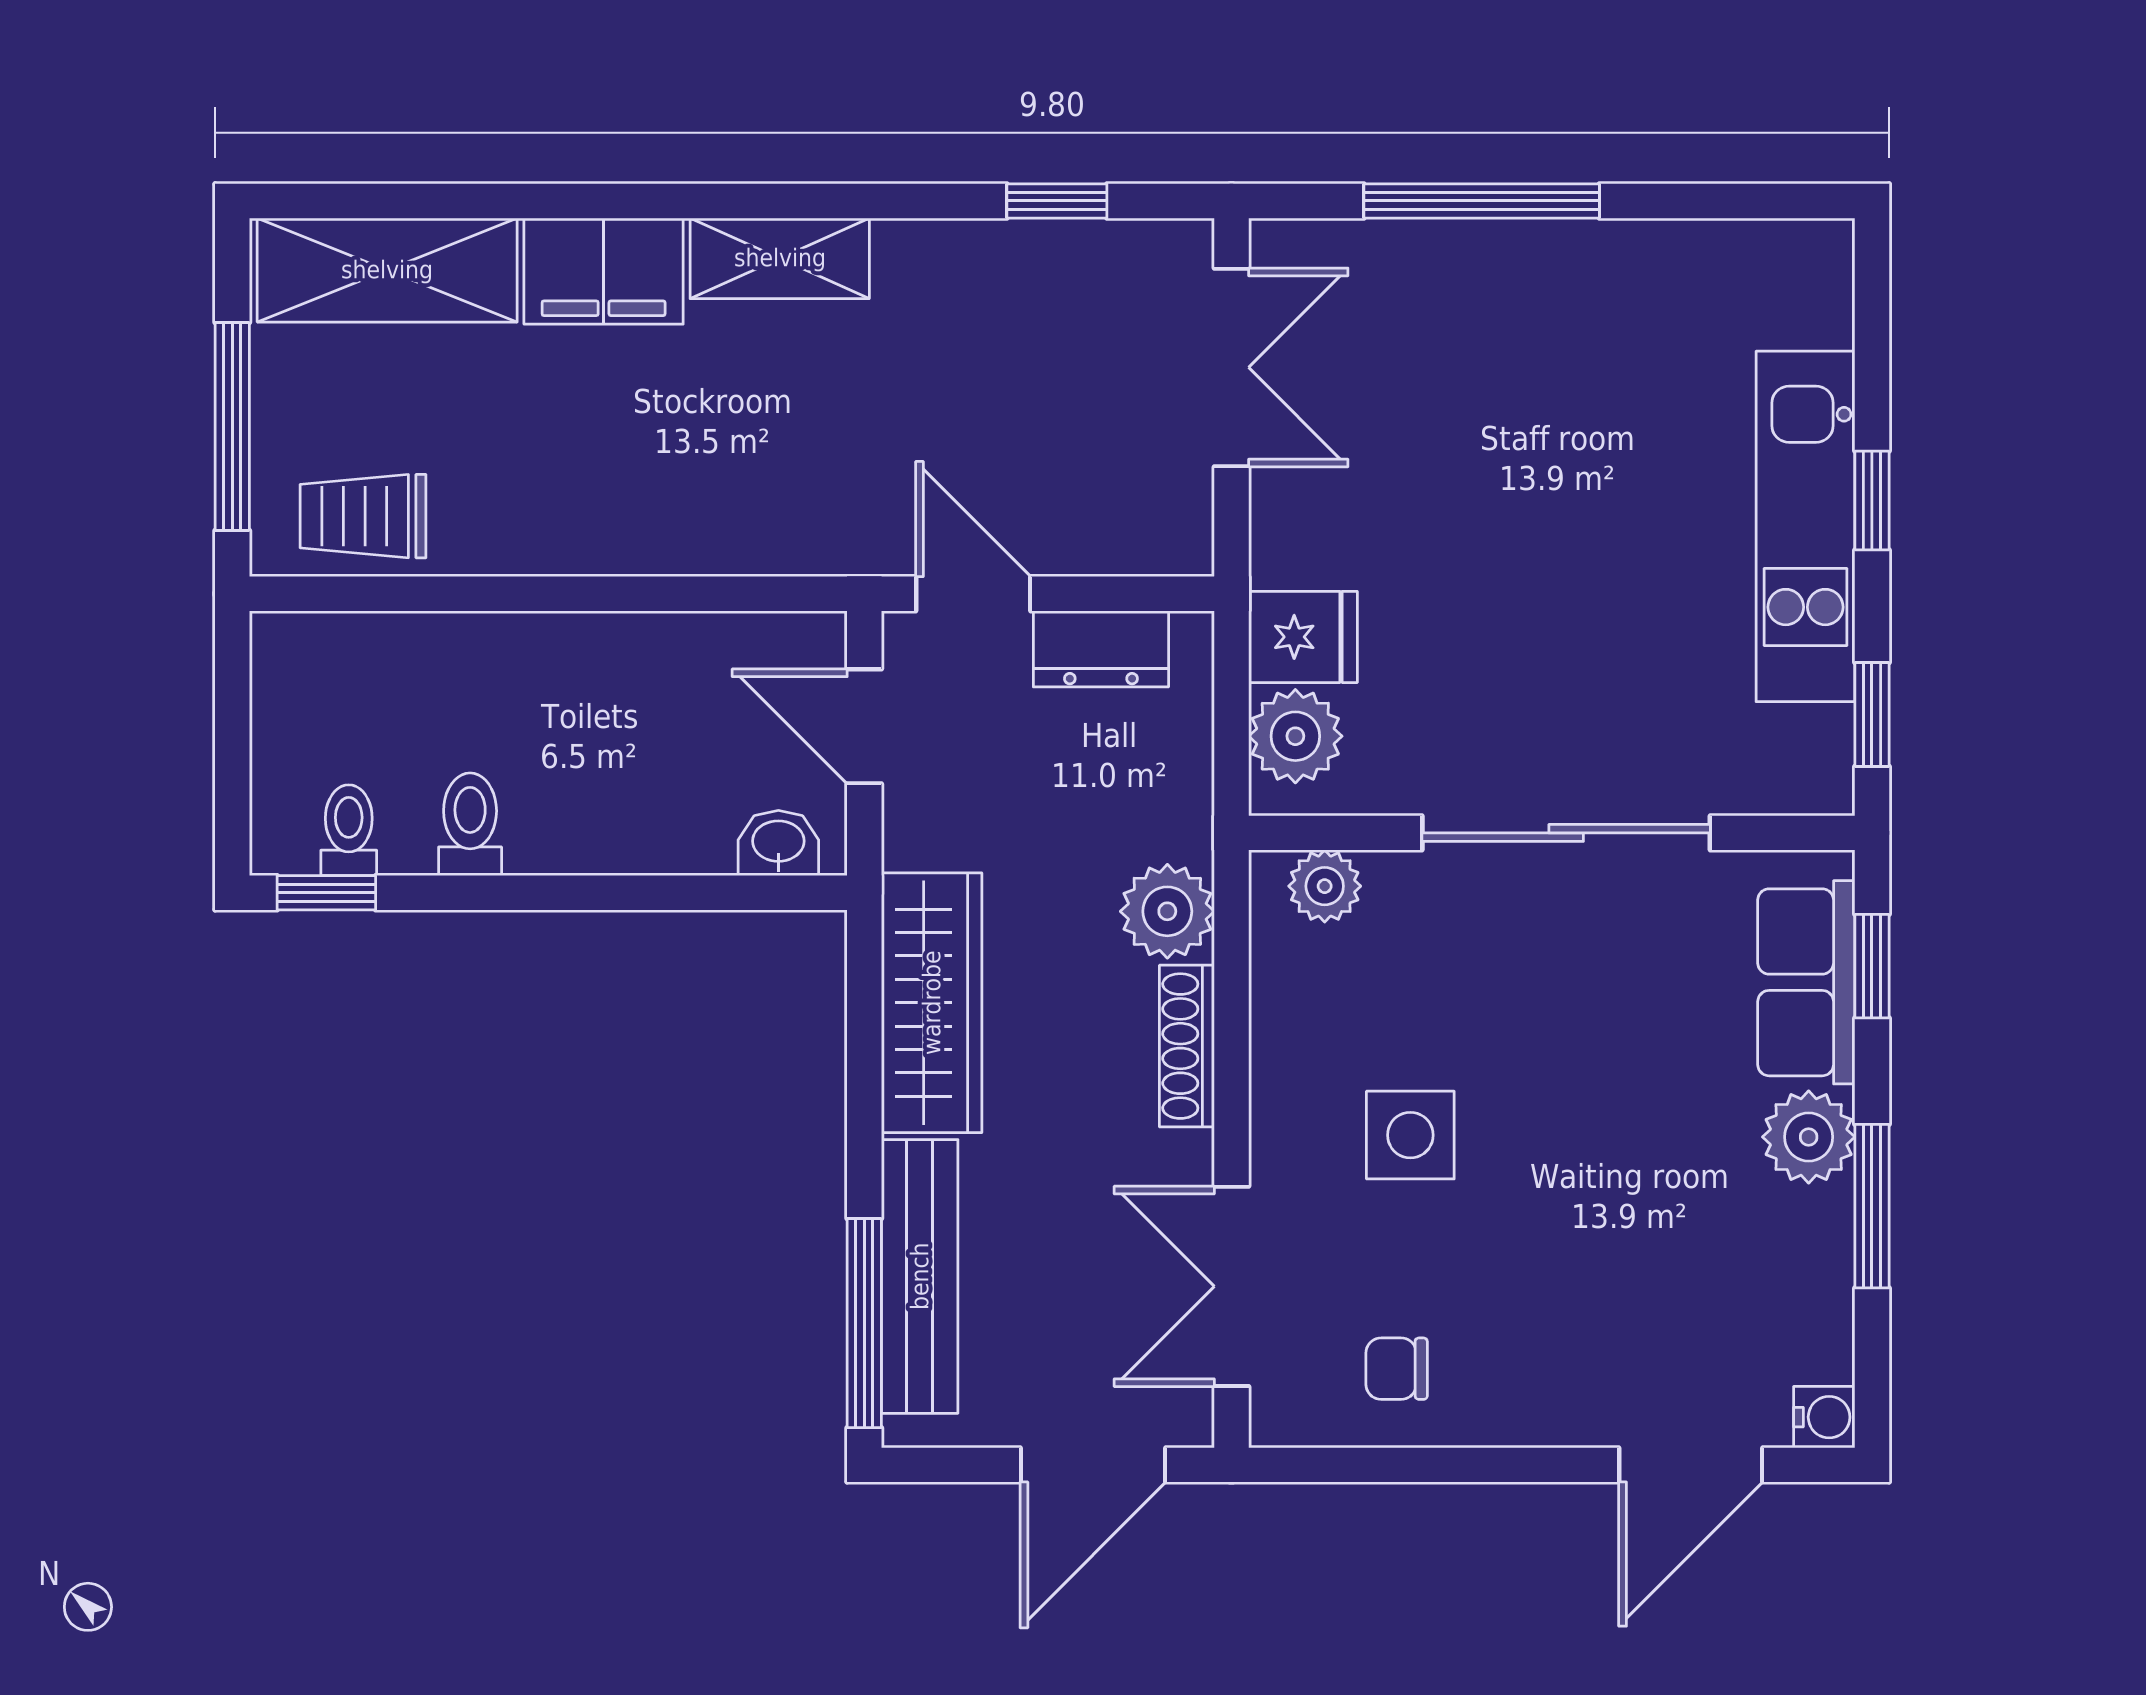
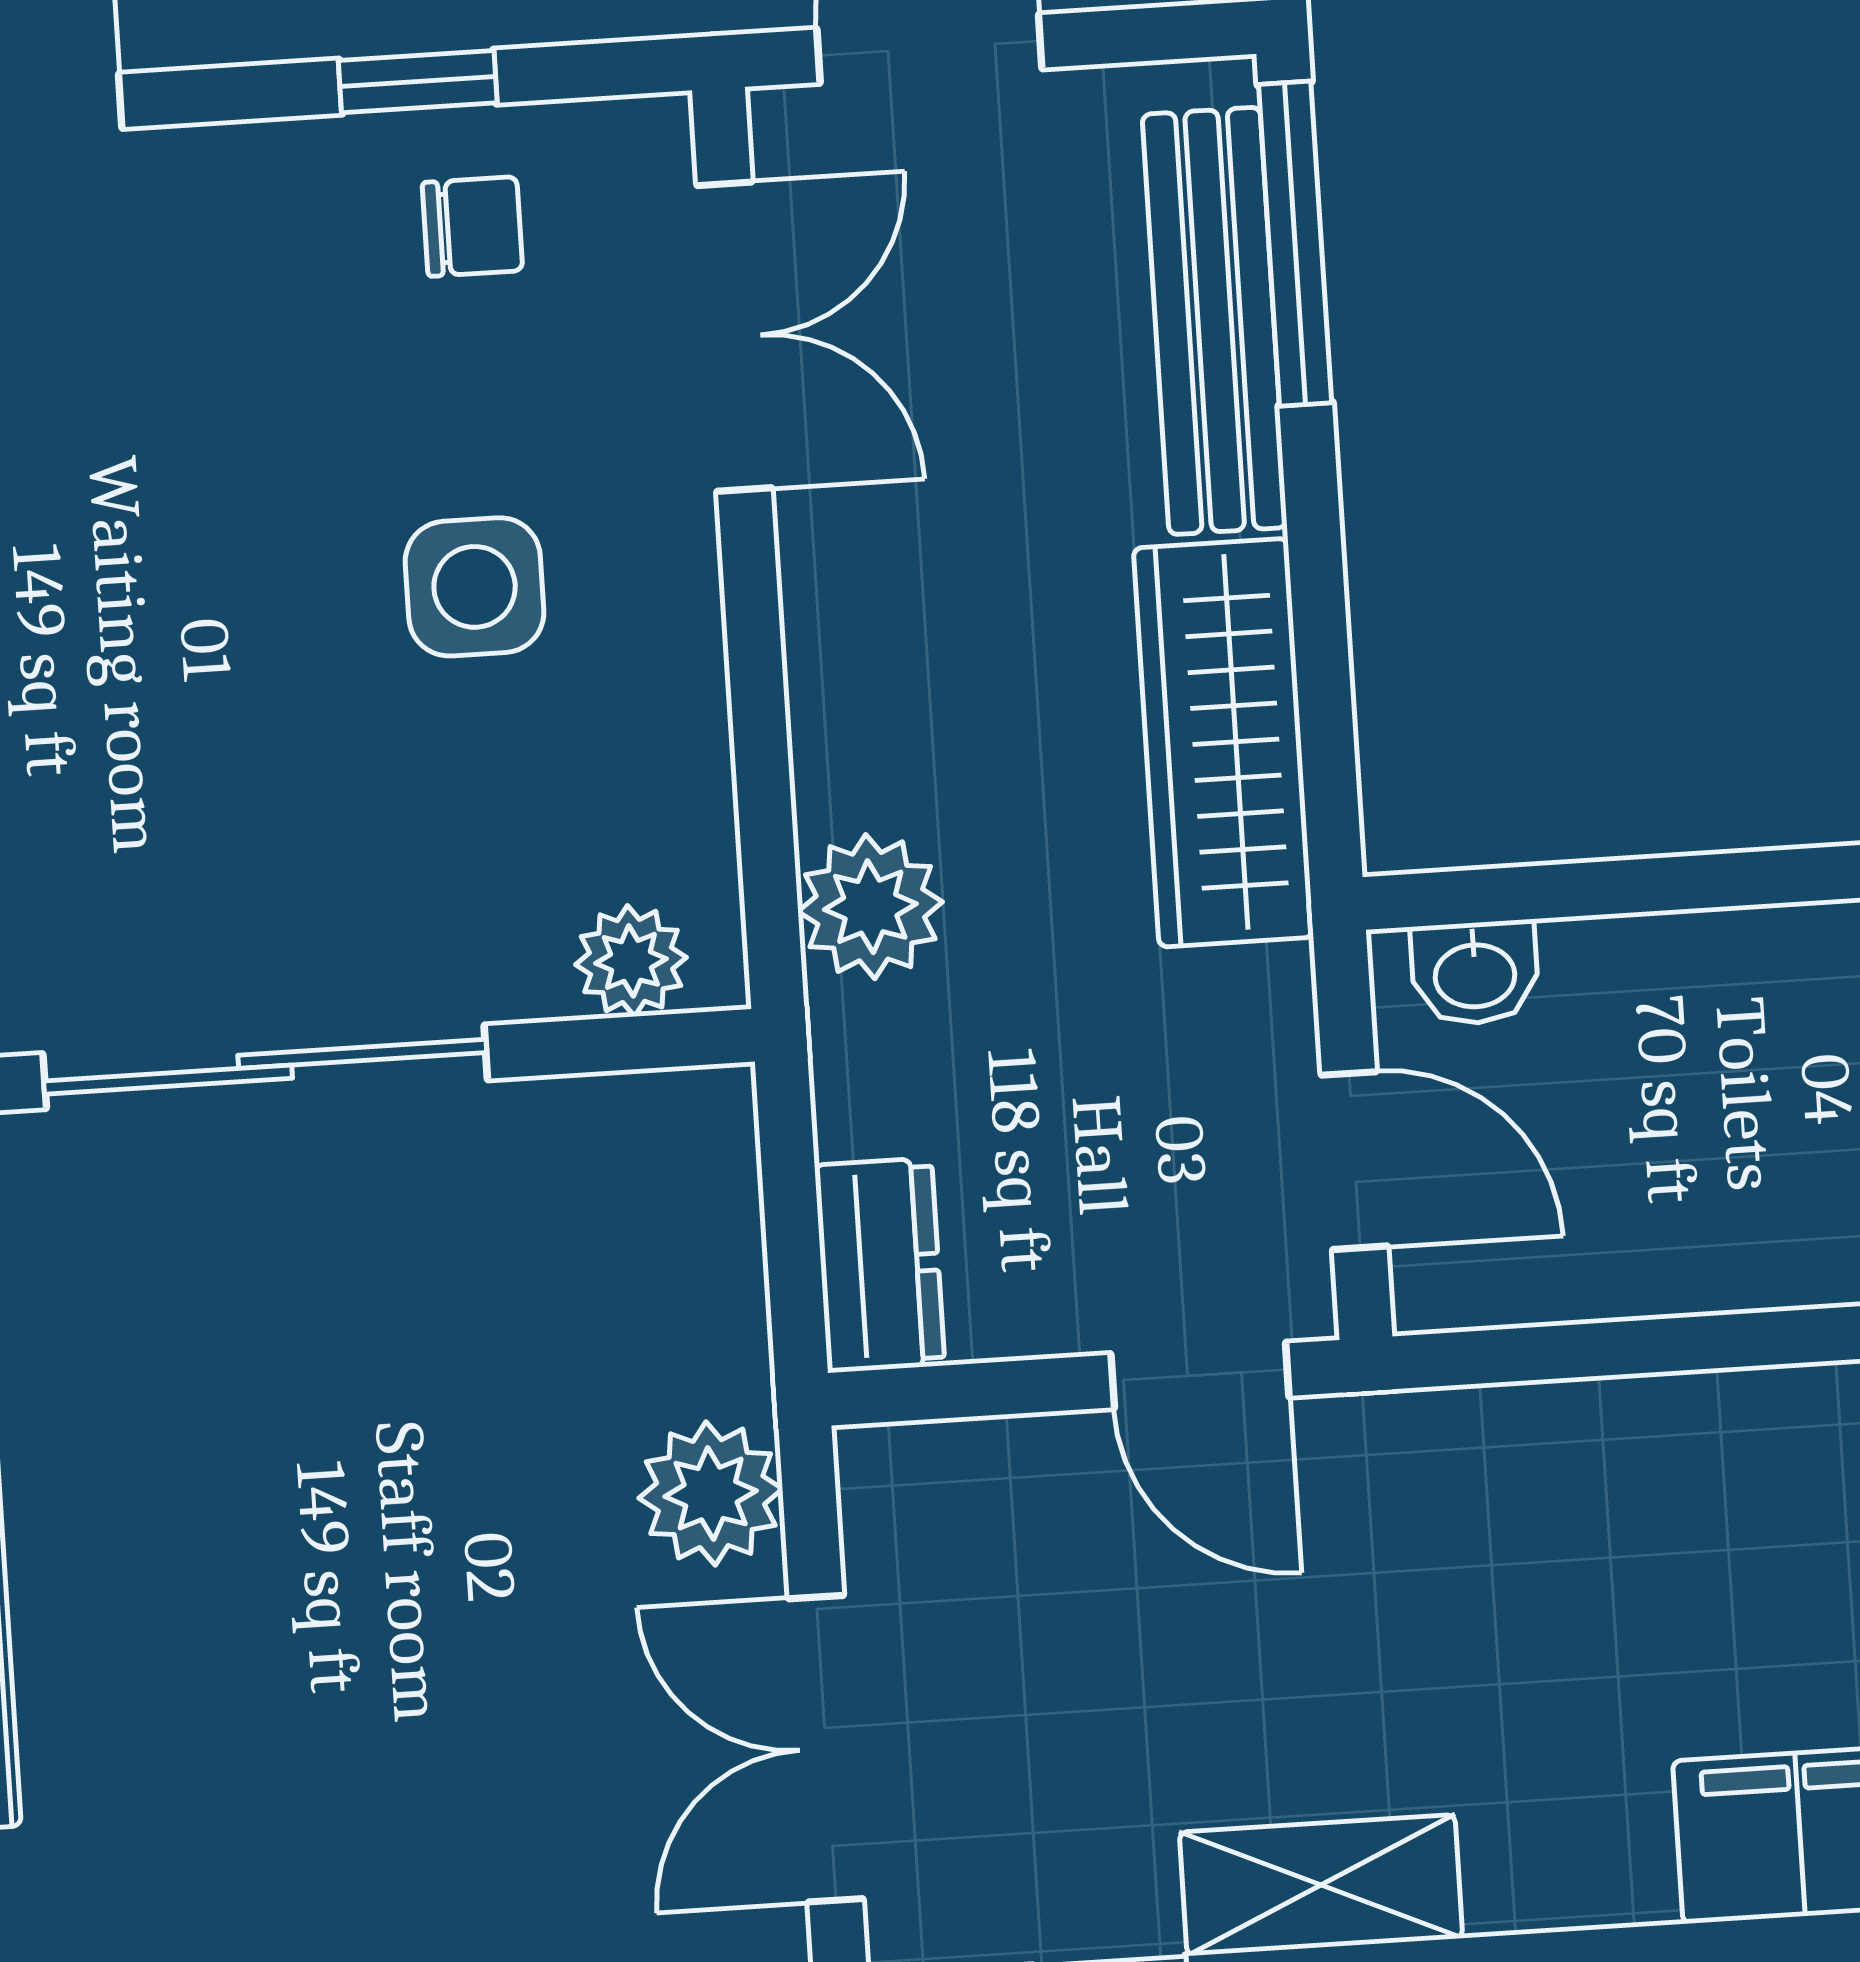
shelving: (780, 258) -> (1321, 1885), moved
fridge: (1303, 637) -> (689, 1342), removed
dresser: (1101, 649) -> (880, 1265), moved, turned 90
plant: (1295, 736) -> (711, 1494), moved
shoe rack: (1187, 1046) -> (827, 701), removed
window: (1426, 1465) -> (418, 82), added

